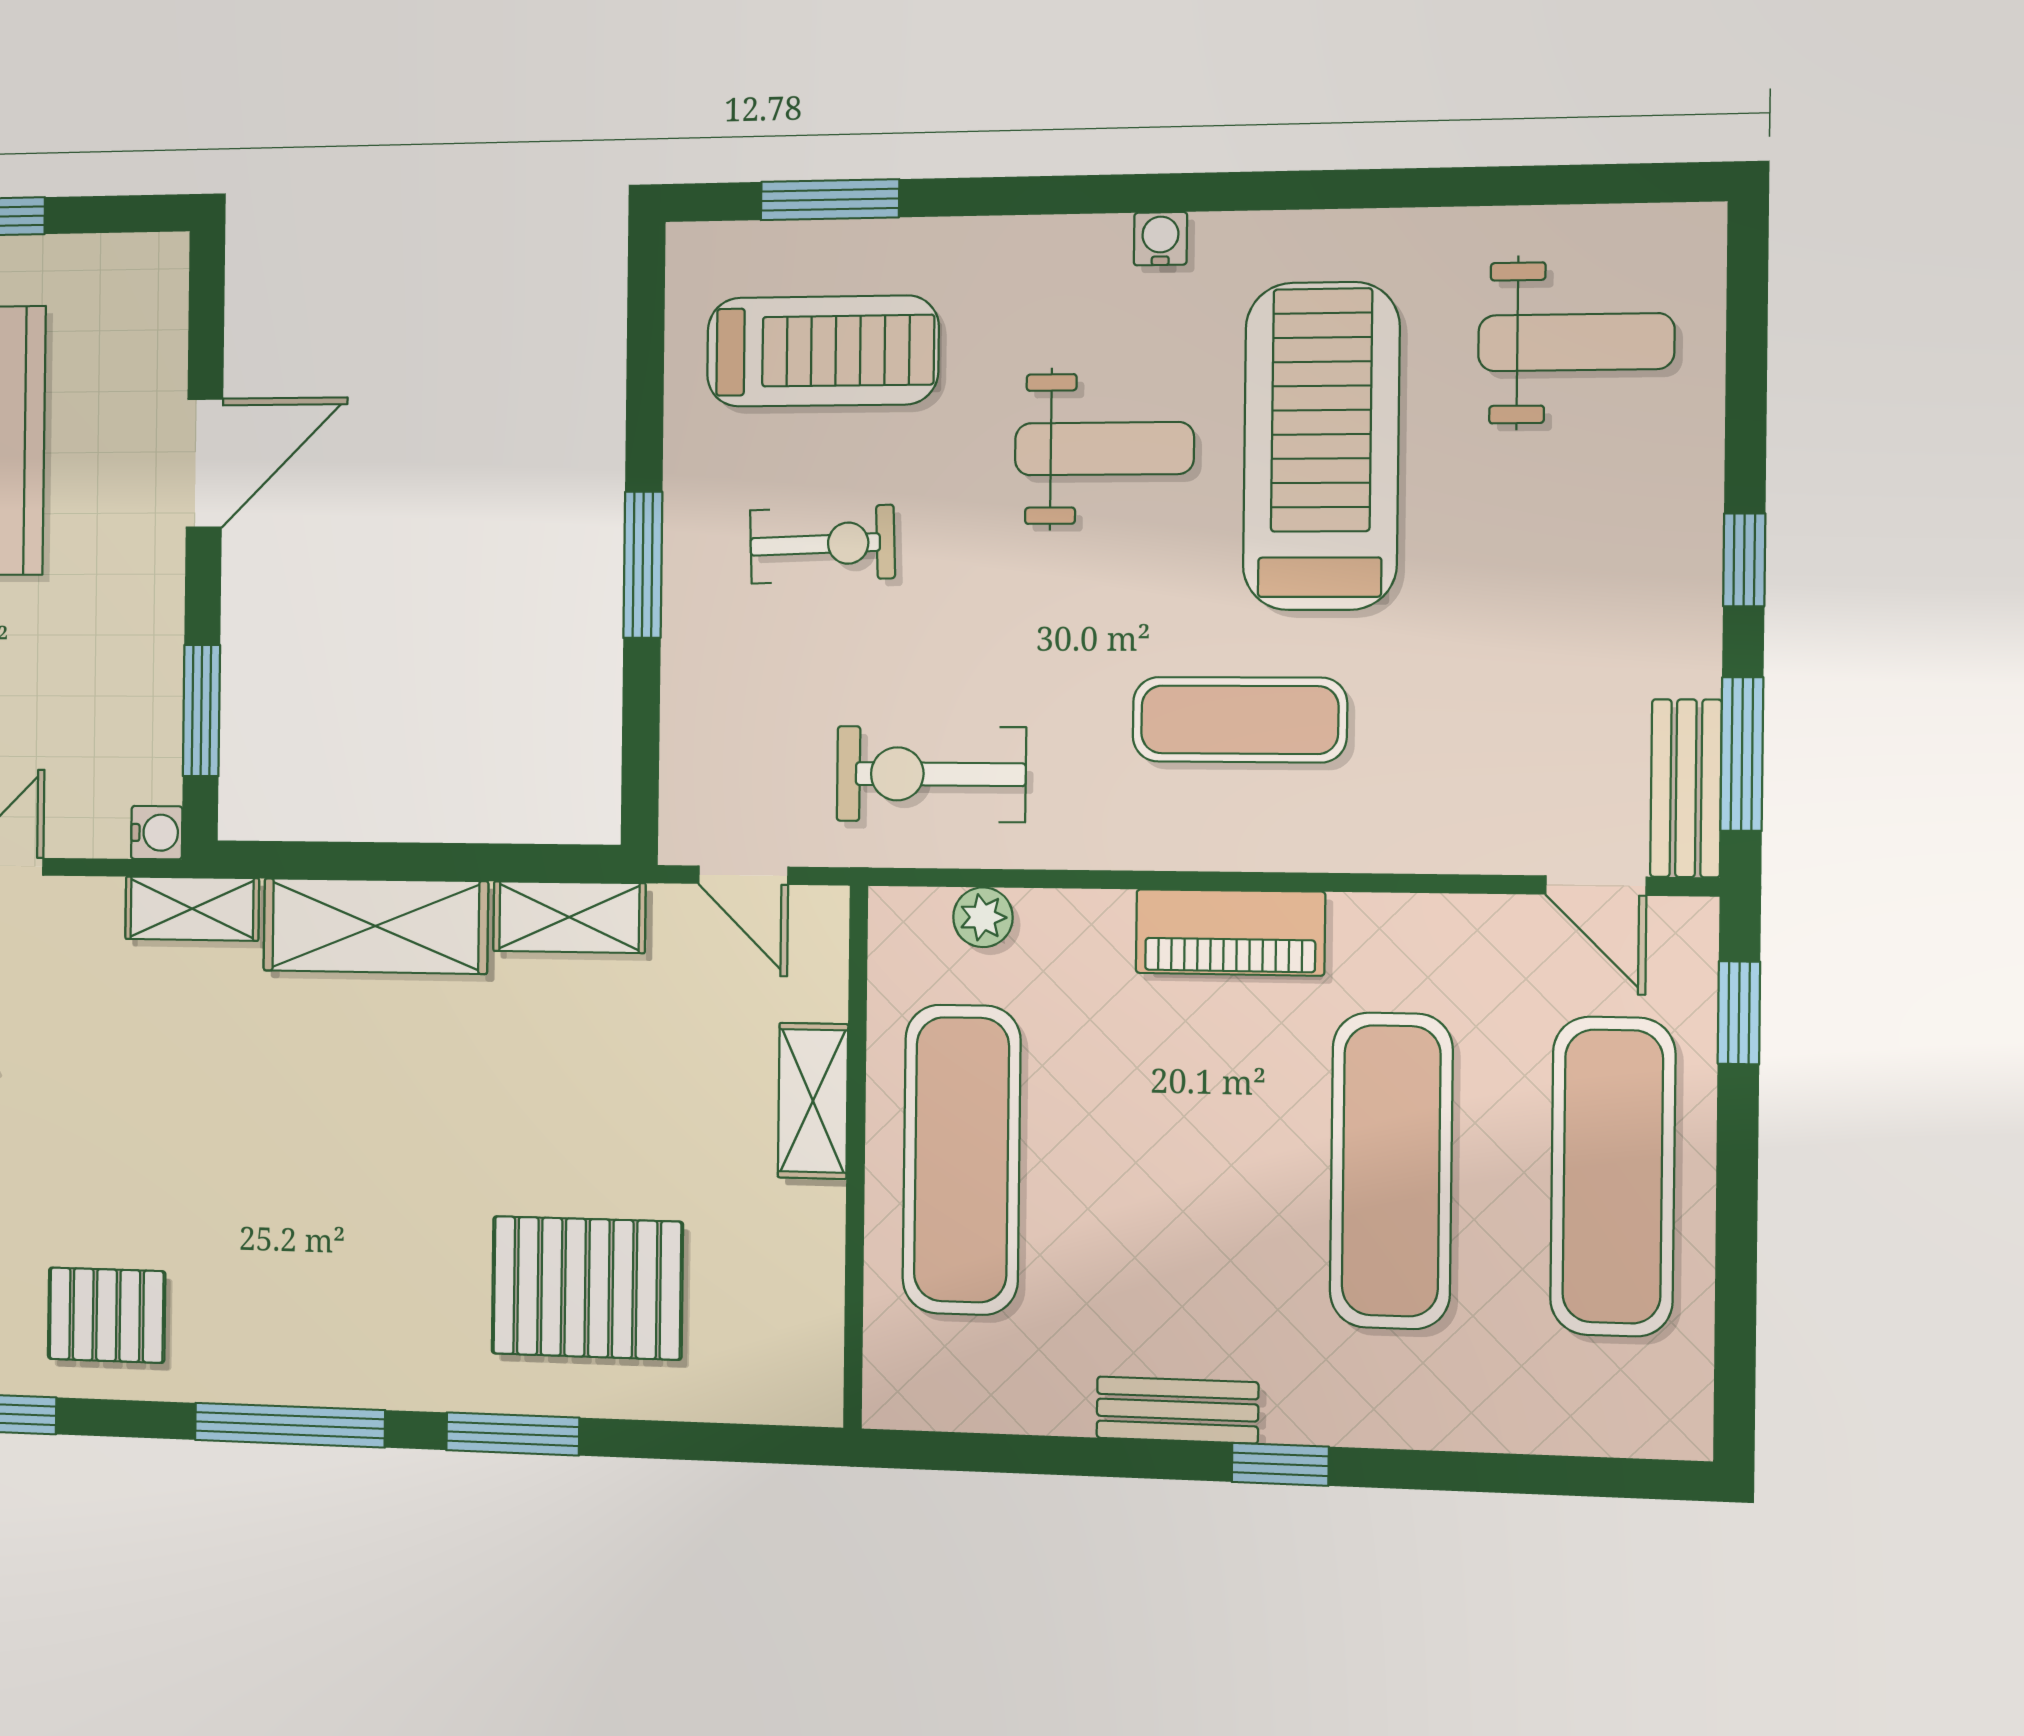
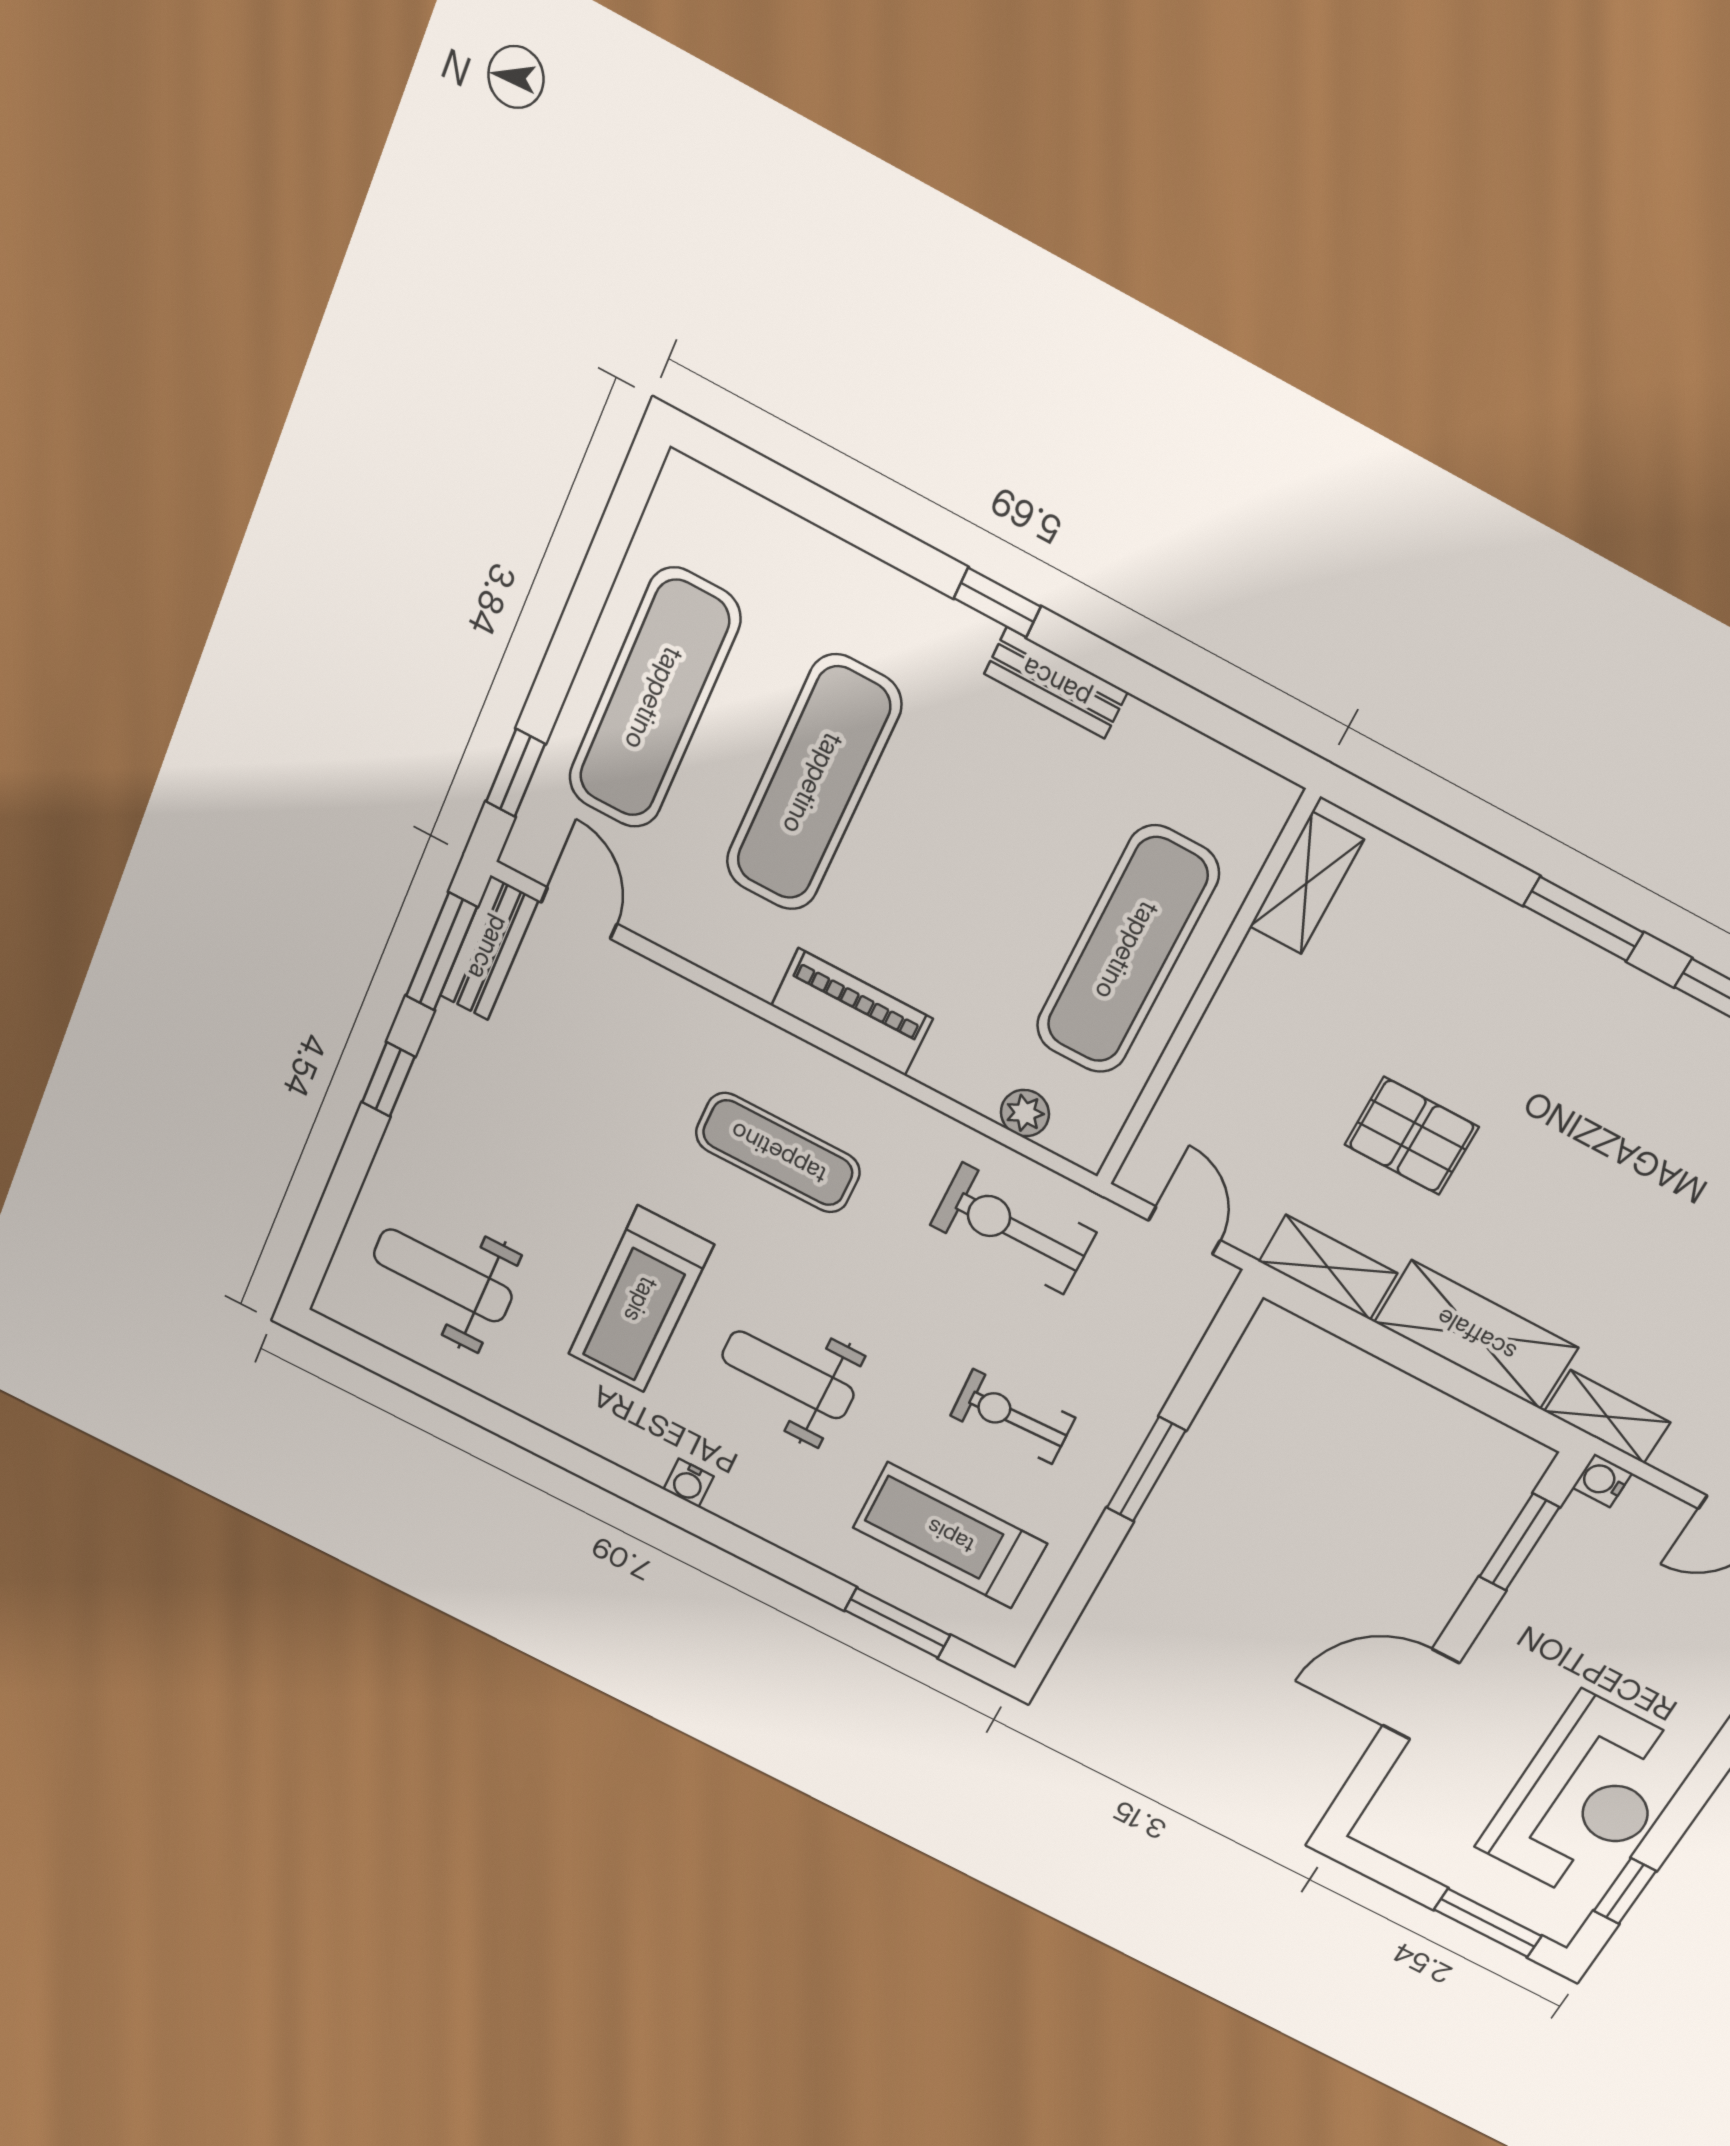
treadmill: (1321, 446) -> (641, 1300), width x0.73, depth x0.73
exercise bike: (931, 774) -> (1013, 1229), turned 180
shelving: (813, 1101) -> (1307, 883), moved
pallet: (587, 1288) -> (1412, 1136), moved, width x0.67, depth x0.71

